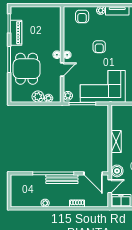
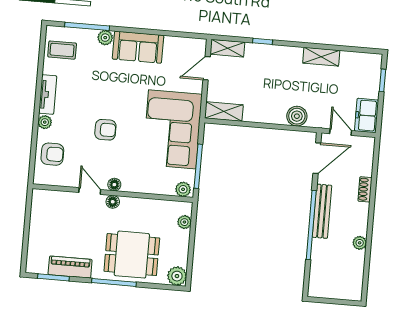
door: (62, 70) -> (90, 191), moved
plant: (38, 97) -> (177, 276), moved
shelving: (116, 142) -> (224, 112), moved
boiler: (117, 171) -> (297, 116), moved

